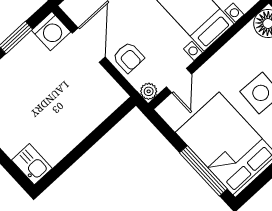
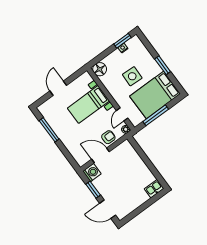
door: (179, 80) -> (122, 114), swing flipped
window: (203, 171) -> (156, 115), moved

